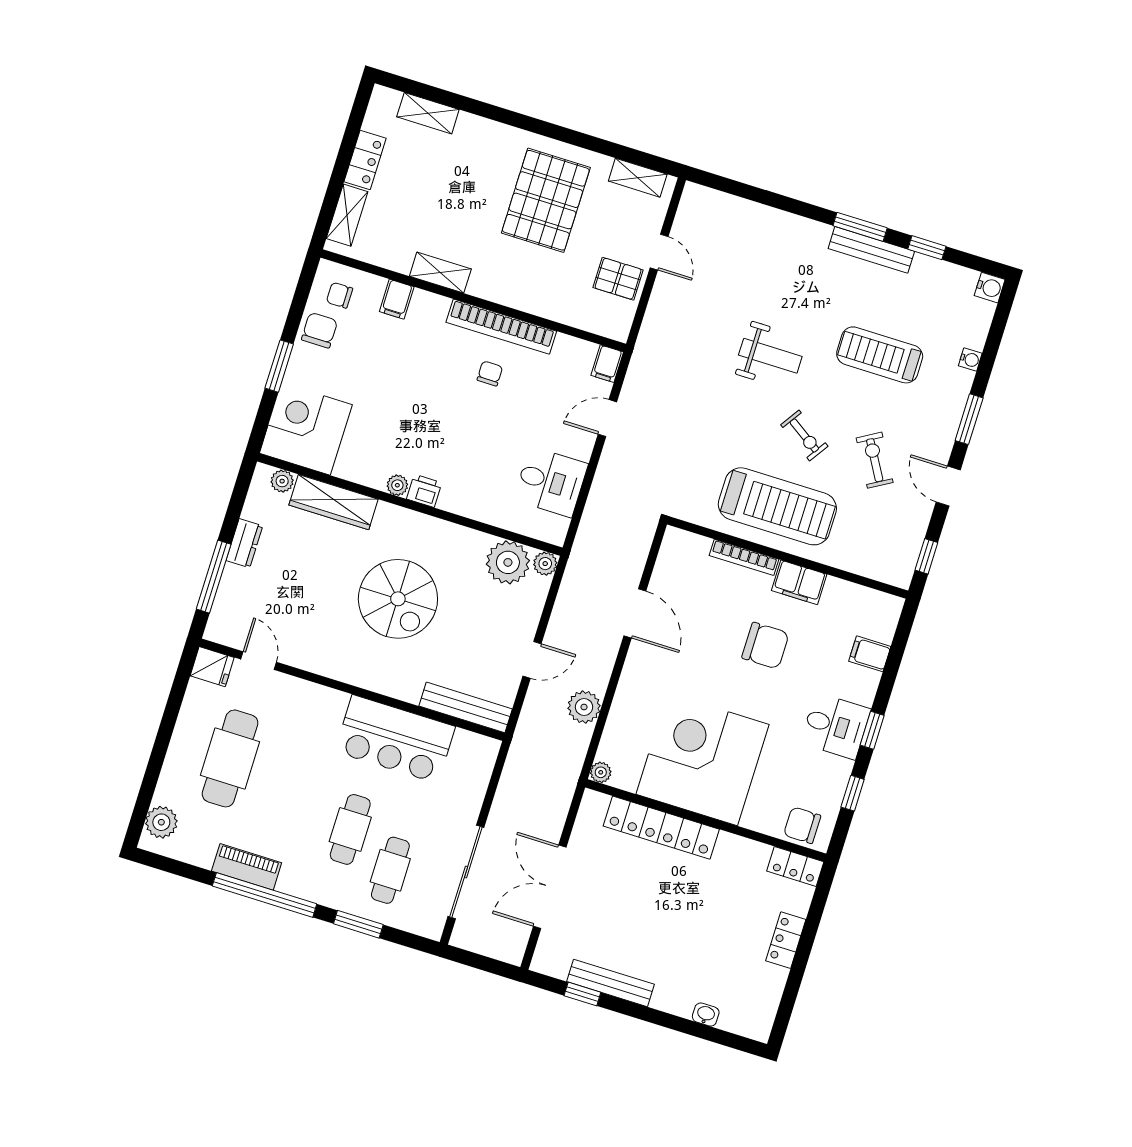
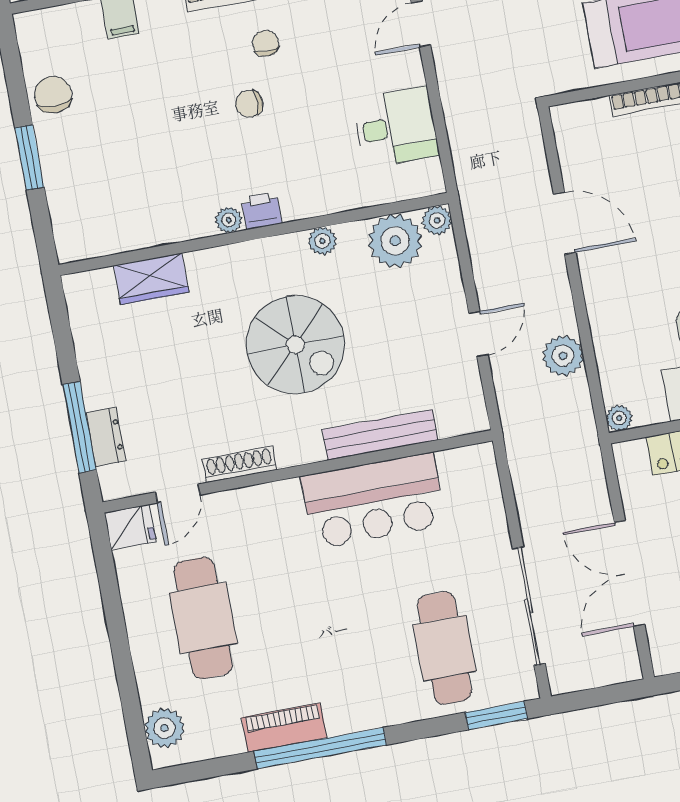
chair: (340, 295) -> (249, 104), moved
corner desk: (306, 429) -> (95, 211), removed
plant: (282, 481) -> (322, 241), moved
wardrobe: (334, 502) -> (151, 279), width x0.67
dresser: (244, 543) -> (106, 437), moved
door: (259, 661) -> (178, 494), swing flipped
shoe rack: (313, 663) -> (239, 464), added
bench: (466, 707) -> (380, 435), moved
cafe table: (350, 829) -> (377, 626), removed
cafe table: (390, 870) -> (444, 648), width x1.37, depth x1.35
window: (358, 924) -> (496, 716), moved

